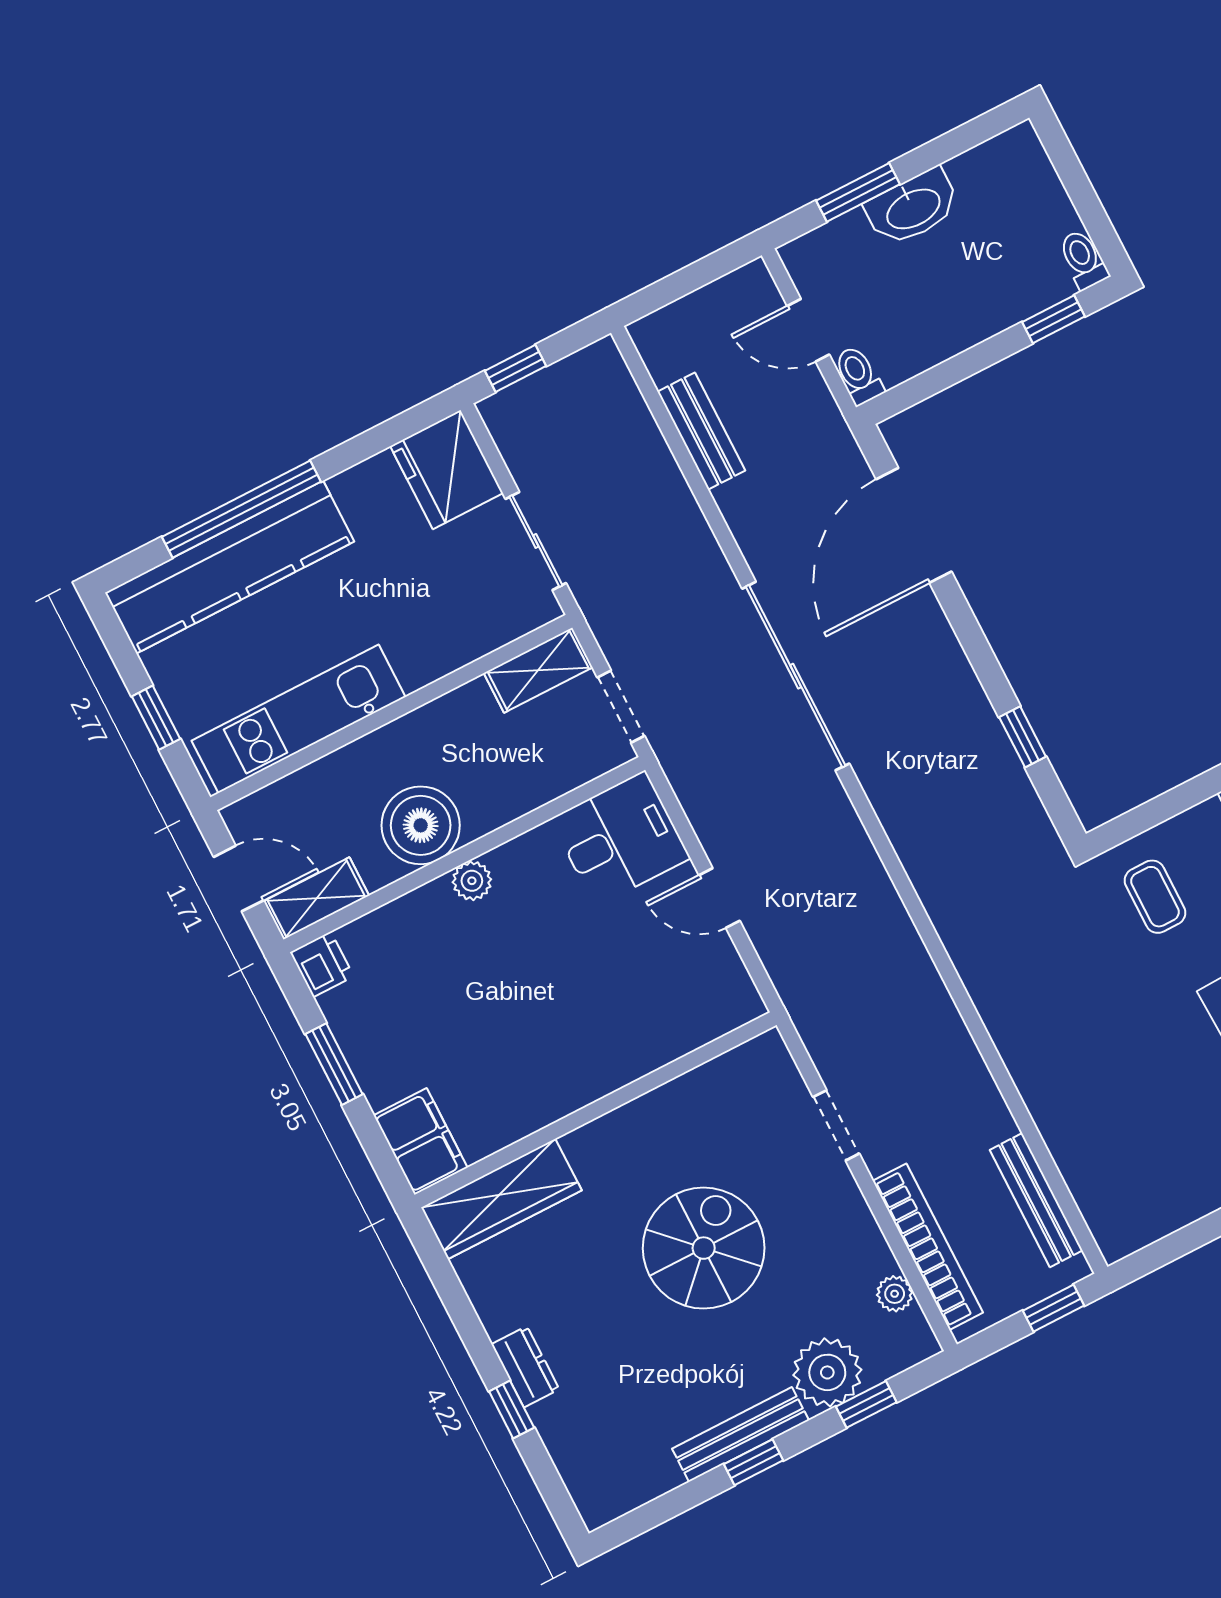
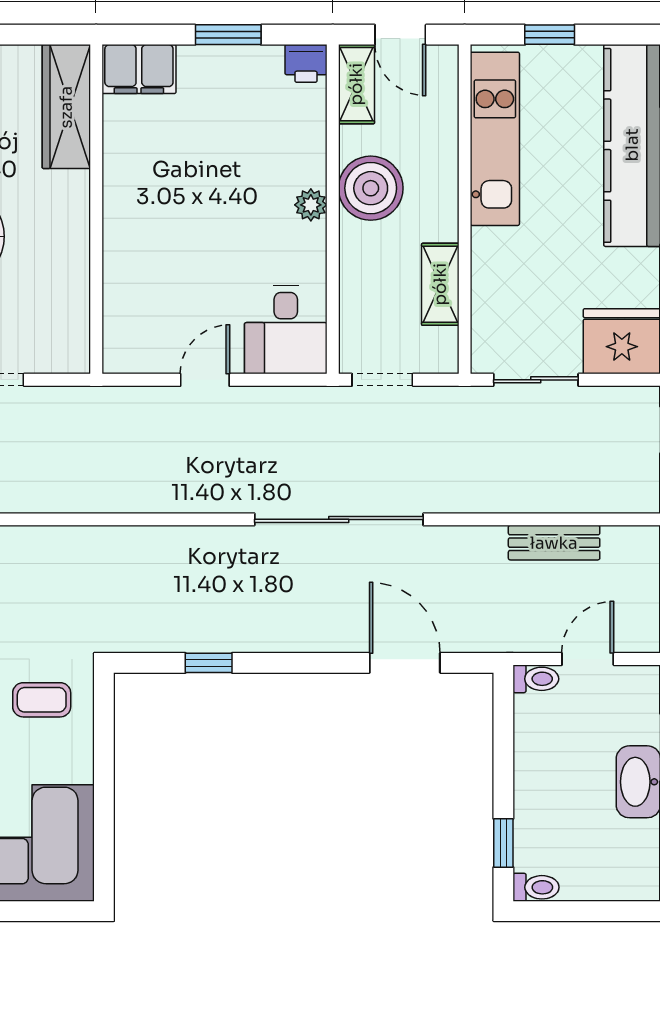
door: (914, 525) -> (405, 663), width x0.73
shelving: (538, 670) -> (440, 284), moved
door: (239, 879) -> (400, 35), hinge flipped

